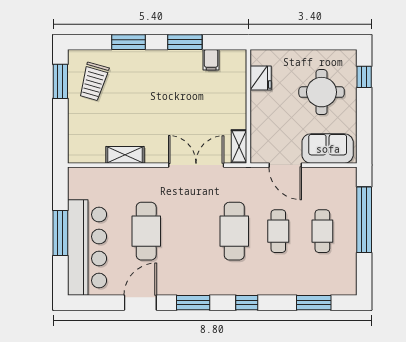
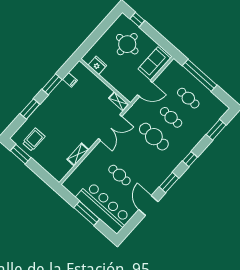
trolley: (94, 82) -> (34, 140), turned -106
double door: (196, 165) -> (110, 127), swing flipped
cafe table: (146, 231) -> (119, 175), width x0.73, depth x0.74

